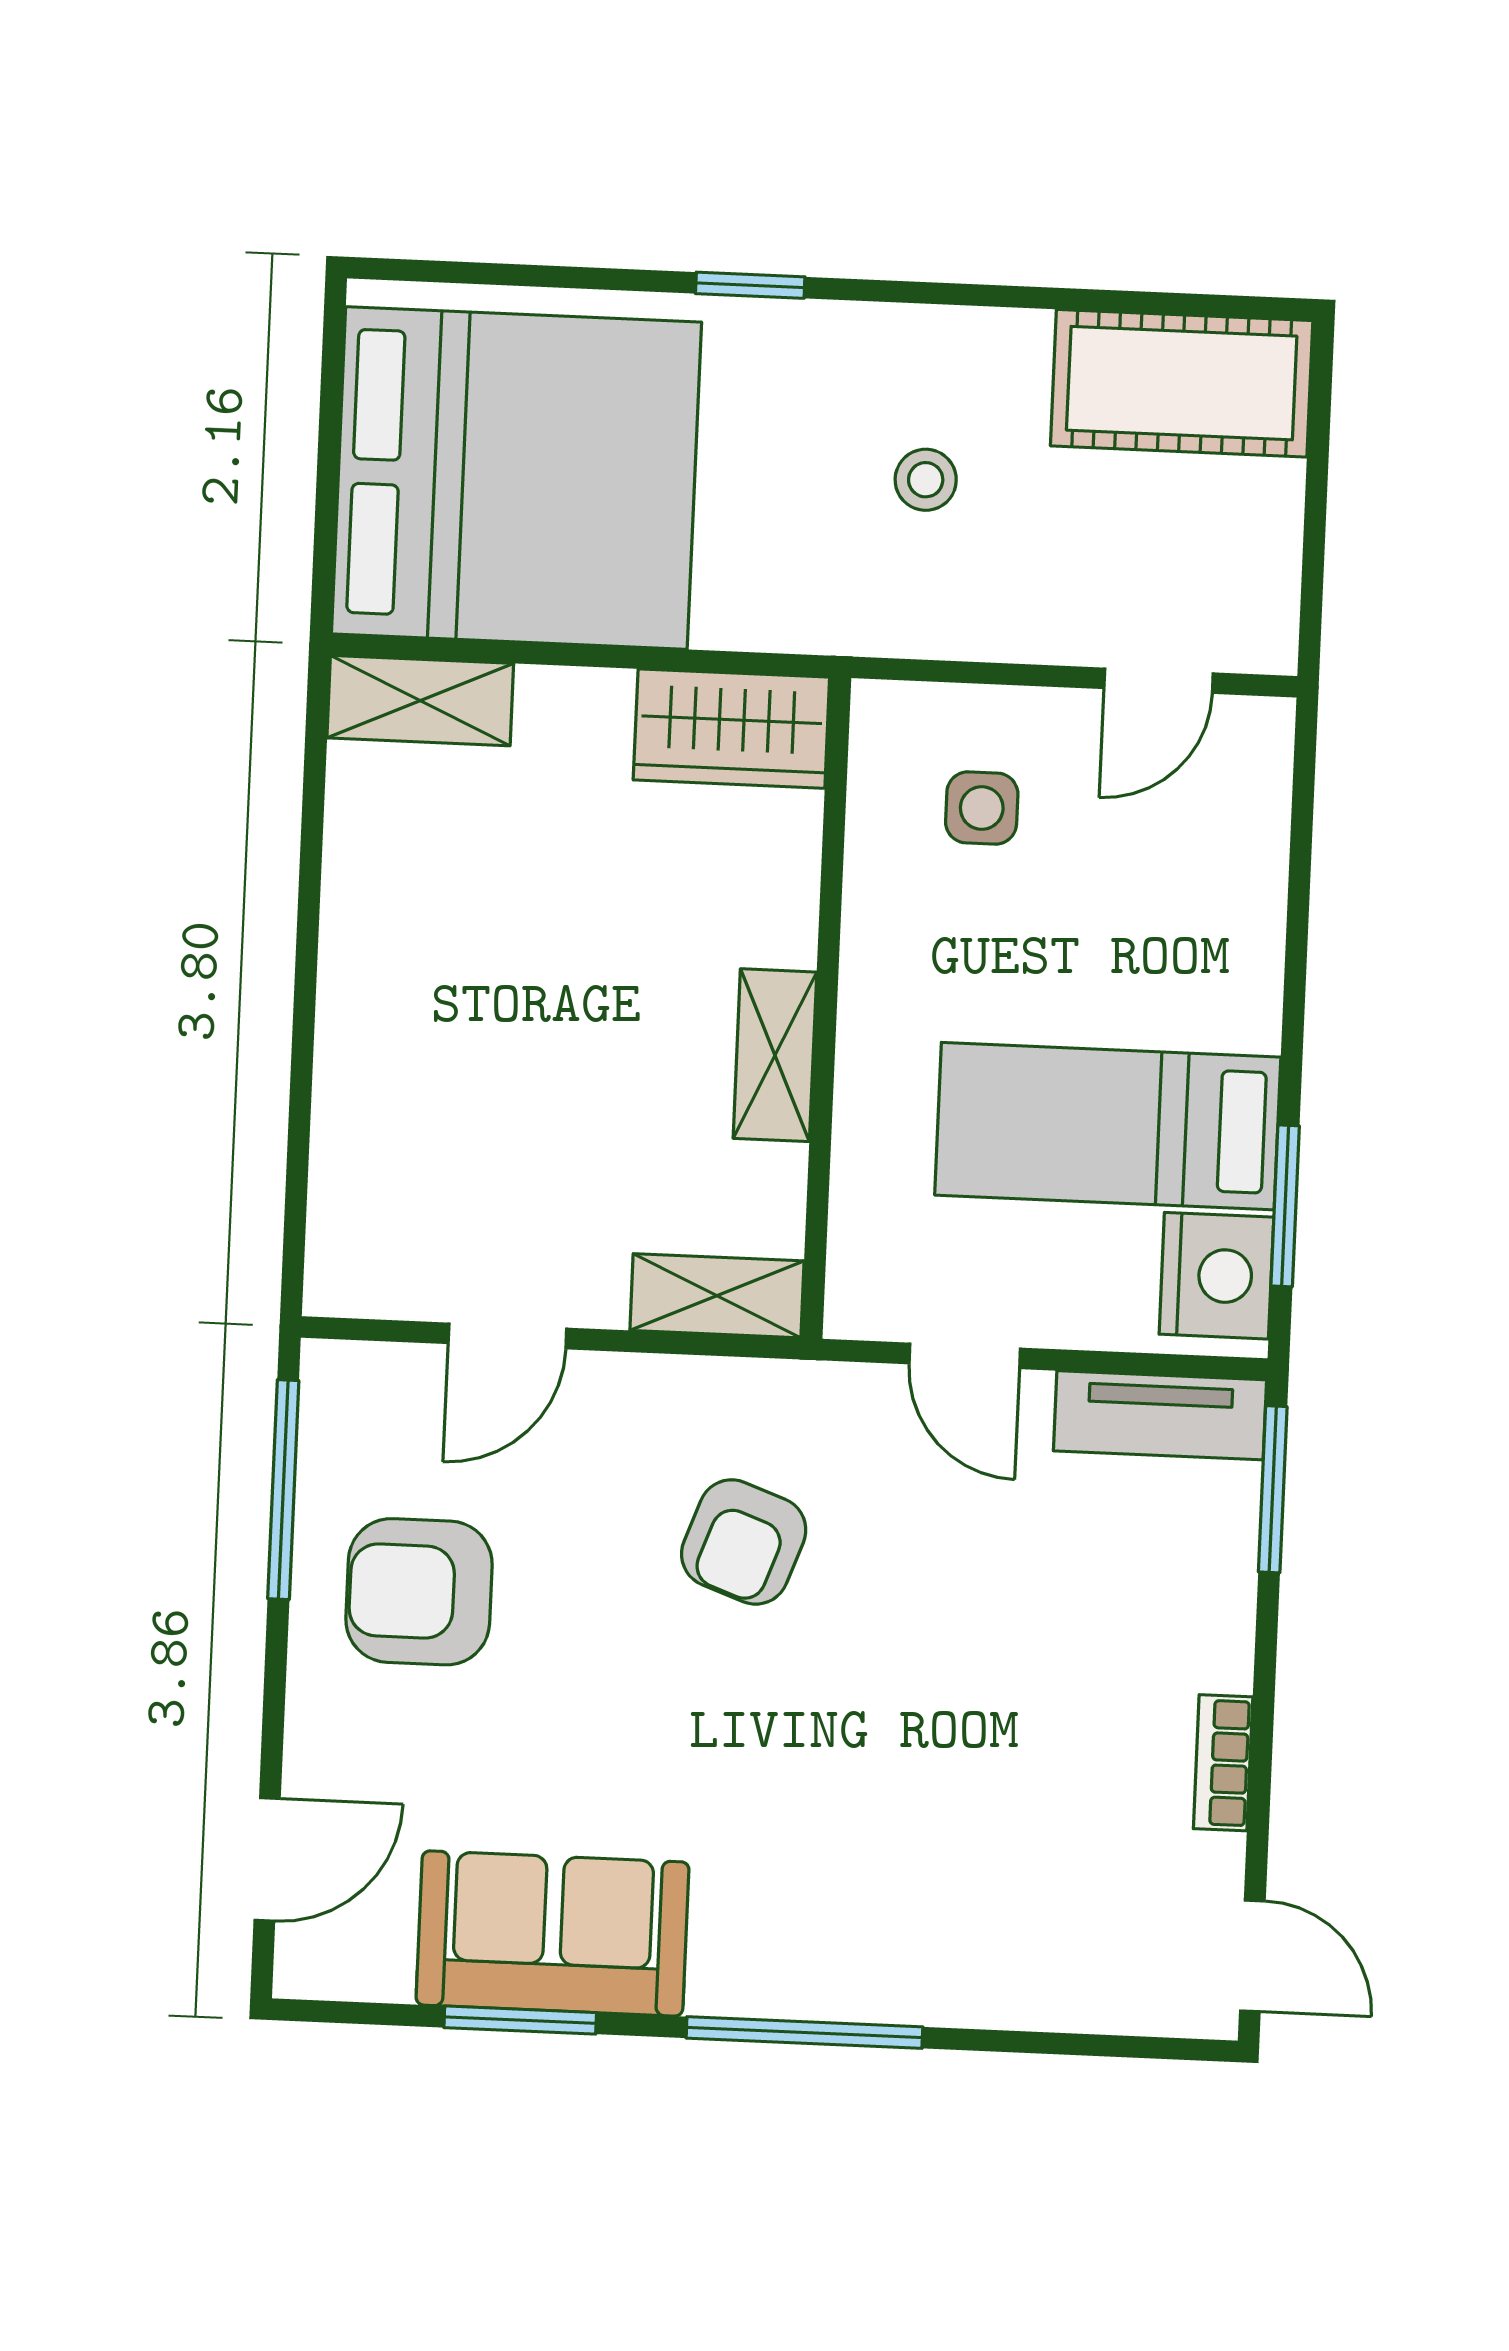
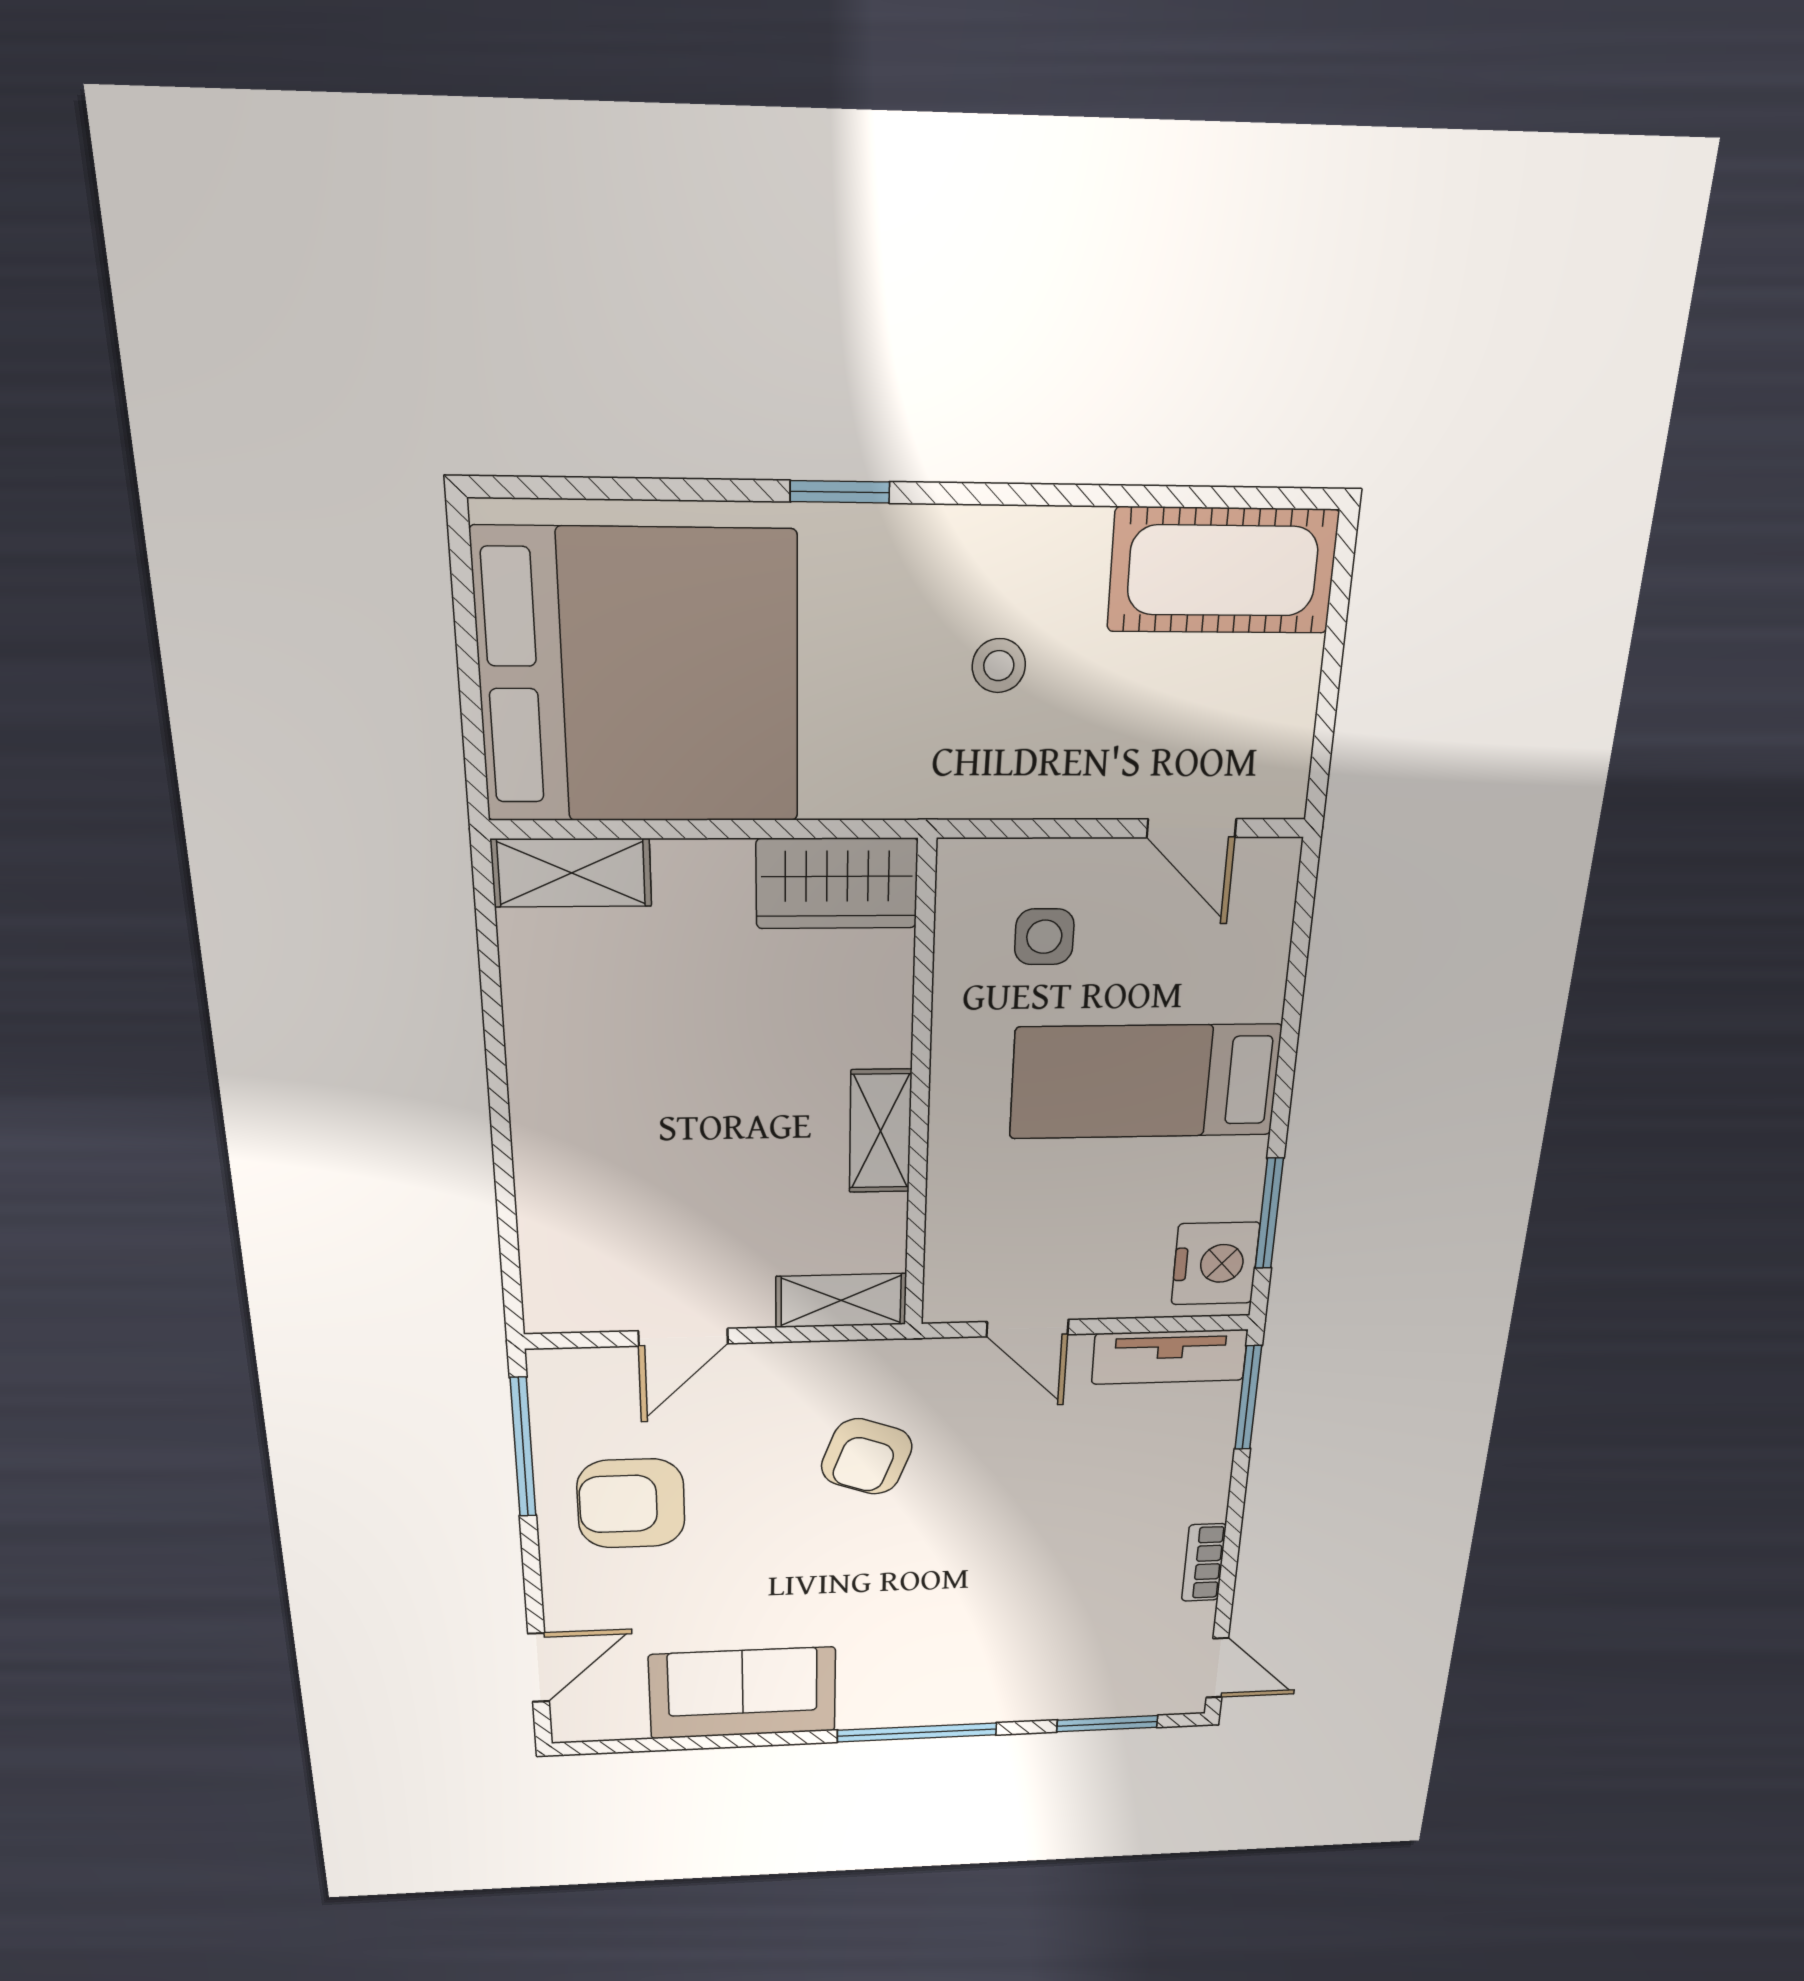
door: (1159, 681) -> (1192, 828), hinge flipped
bed: (1108, 1126) -> (1145, 1082), moved
window: (520, 2020) -> (1107, 1724), moved

